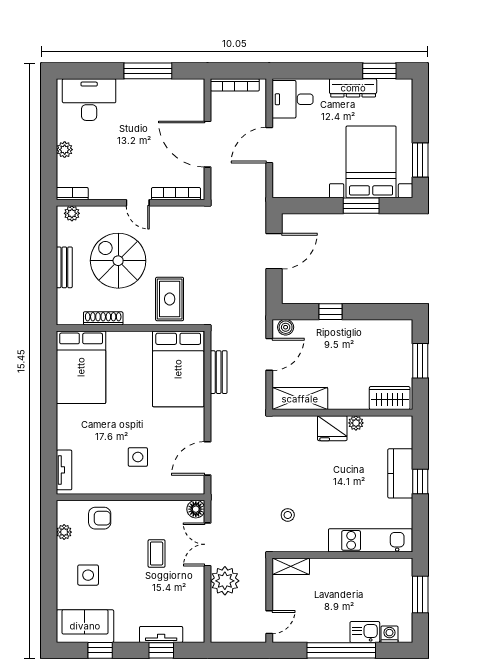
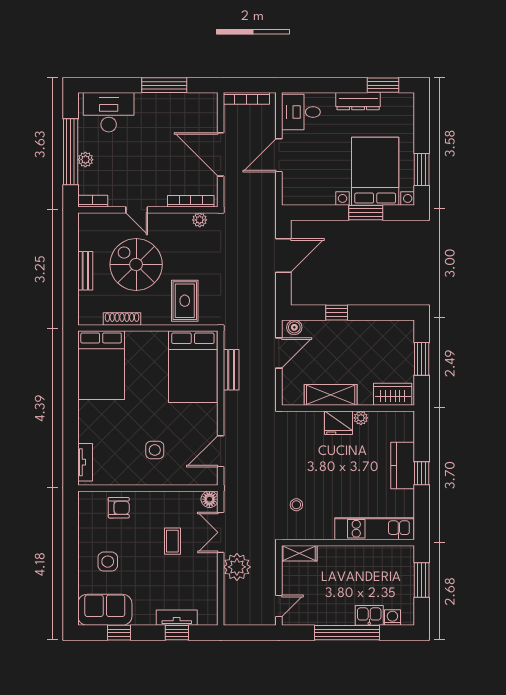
window: (49, 141) -> (71, 152), added
door: (138, 203) -> (137, 210), moved
plant: (72, 213) -> (200, 220), moved
shelving: (300, 399) -> (331, 395), moved
plant: (64, 532) -> (85, 521), removed

